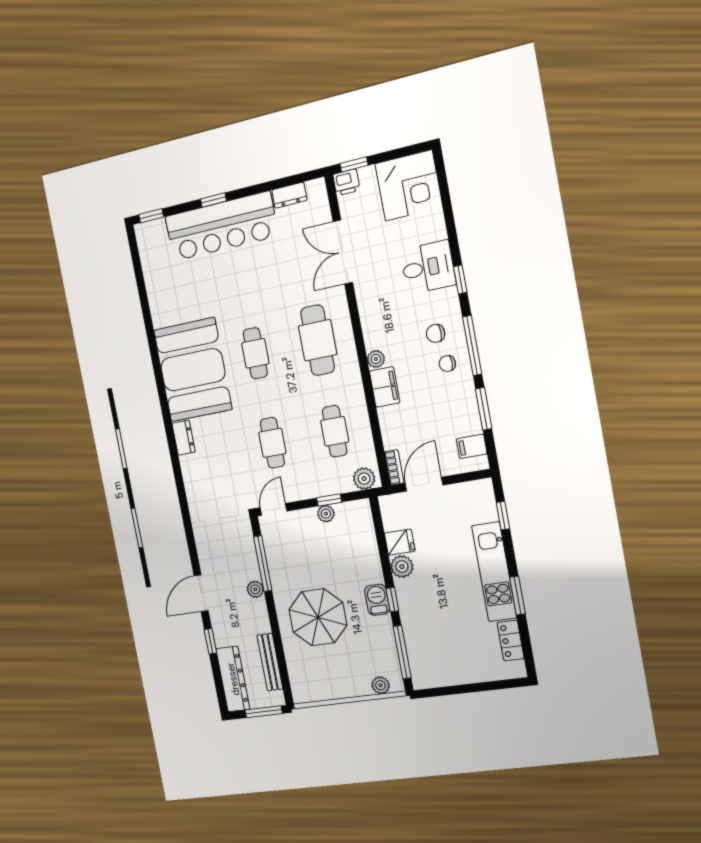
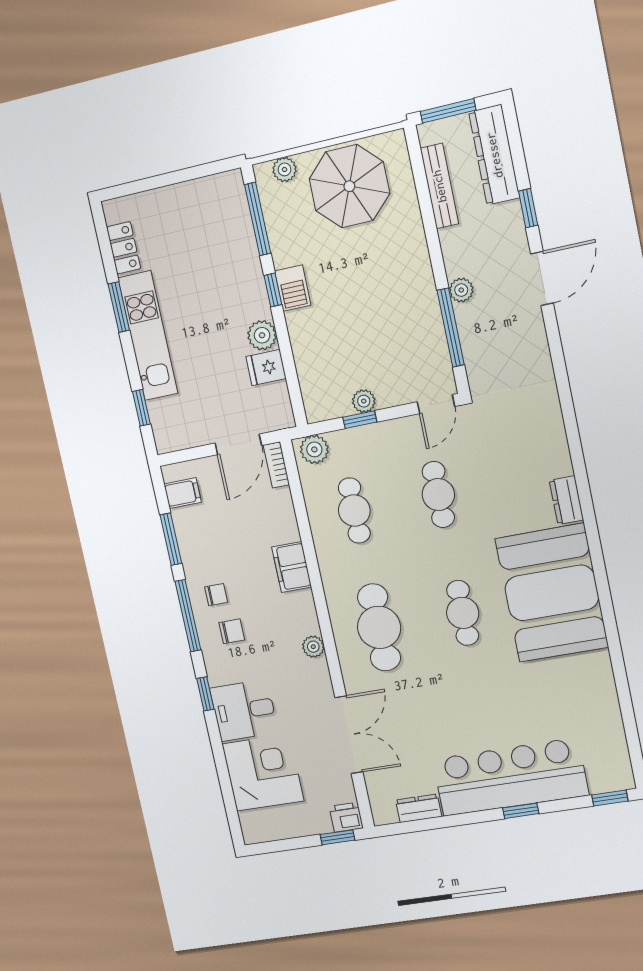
corner desk: (409, 186) -> (263, 772), moved, turned 90
plant: (376, 359) -> (313, 647), moved
parasol: (318, 617) -> (349, 186), moved

